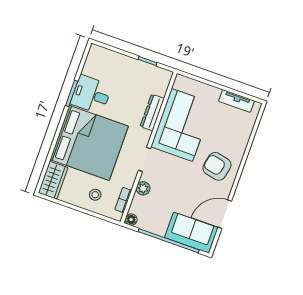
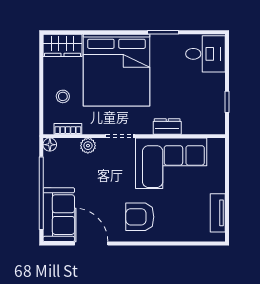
desk: (91, 95) -> (205, 54), moved, turned 90
dresser: (152, 112) -> (167, 126), width x0.70
armchair: (217, 166) -> (140, 217), turned -102

